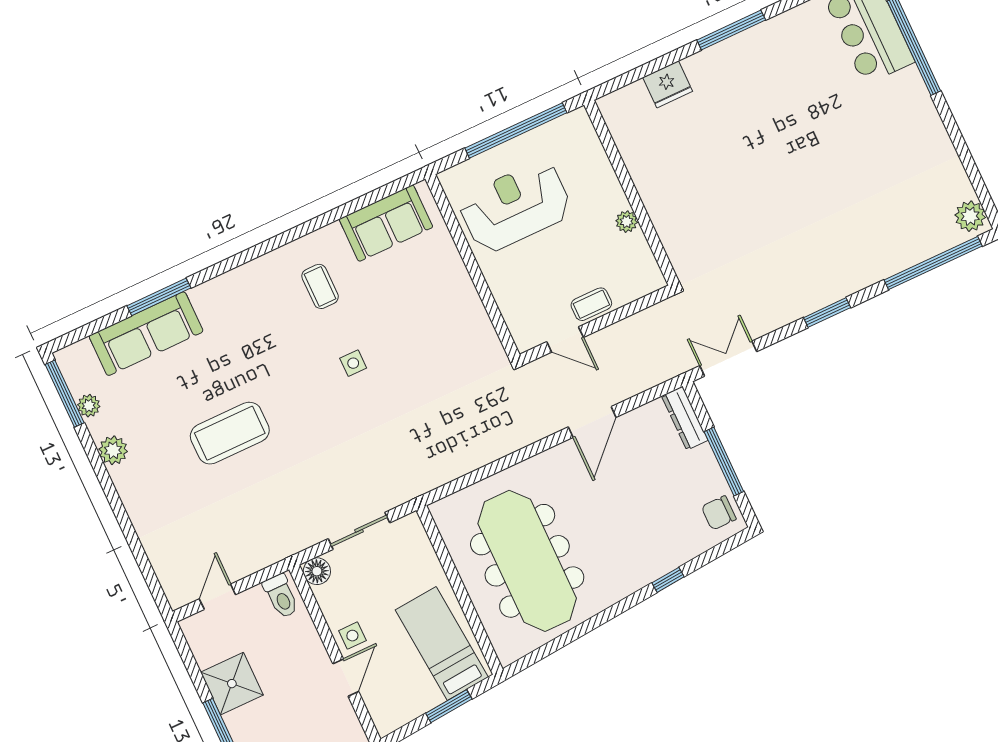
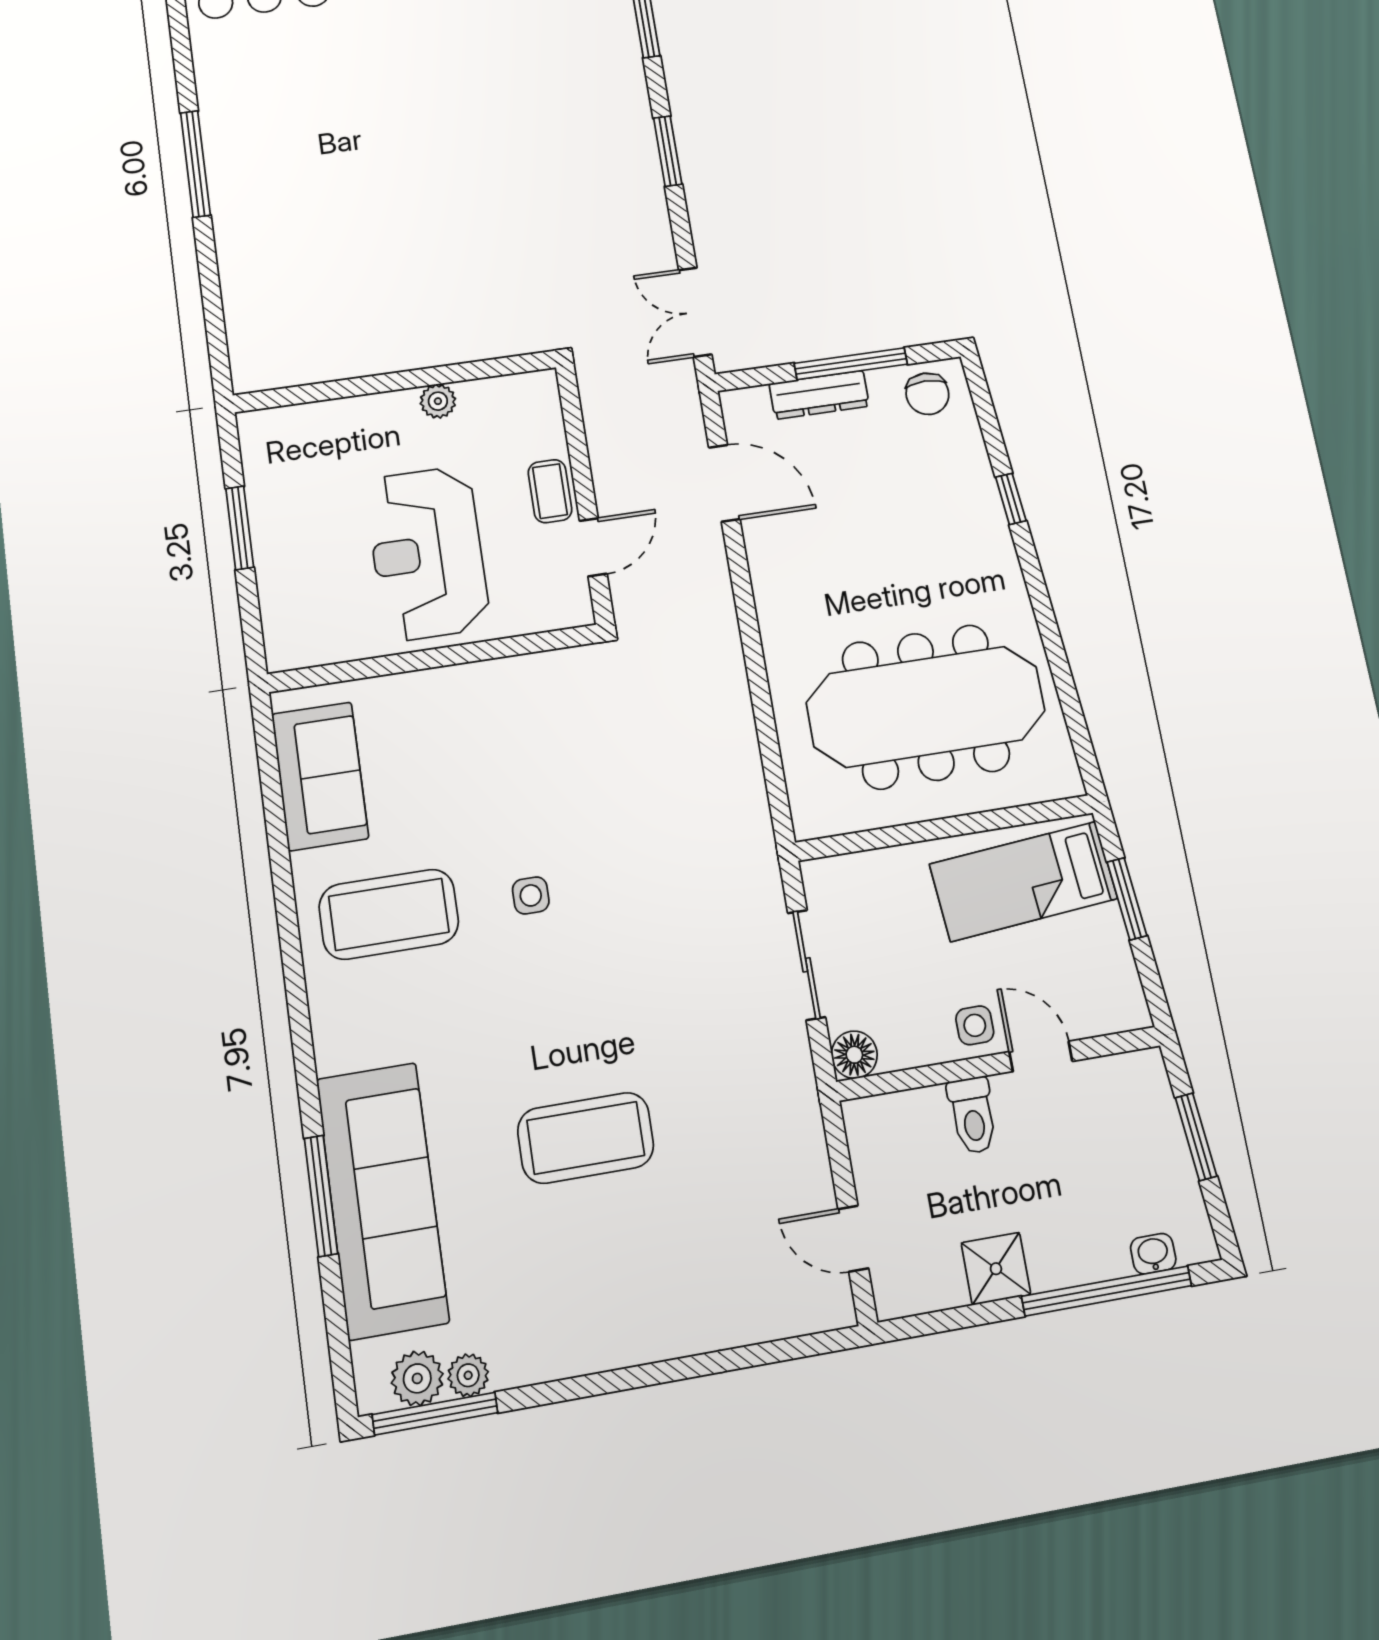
fridge: (668, 84) -> (246, 279), removed
window: (516, 130) -> (240, 528), width x0.47
reception desk: (515, 206) -> (427, 553), moved
coffee table: (320, 286) -> (389, 914), width x1.86, depth x1.72
sofa: (146, 334) -> (382, 1200), width x1.36, depth x1.27
dresser: (685, 418) -> (819, 395), moved
door: (592, 422) -> (724, 483), moved
coffee table: (230, 433) -> (586, 1138), turned 90
plant: (113, 450) -> (417, 1378), moved
toilet: (281, 596) -> (973, 1115), moved, turned 90
shower: (232, 684) -> (996, 1269), width x0.73, depth x0.73

